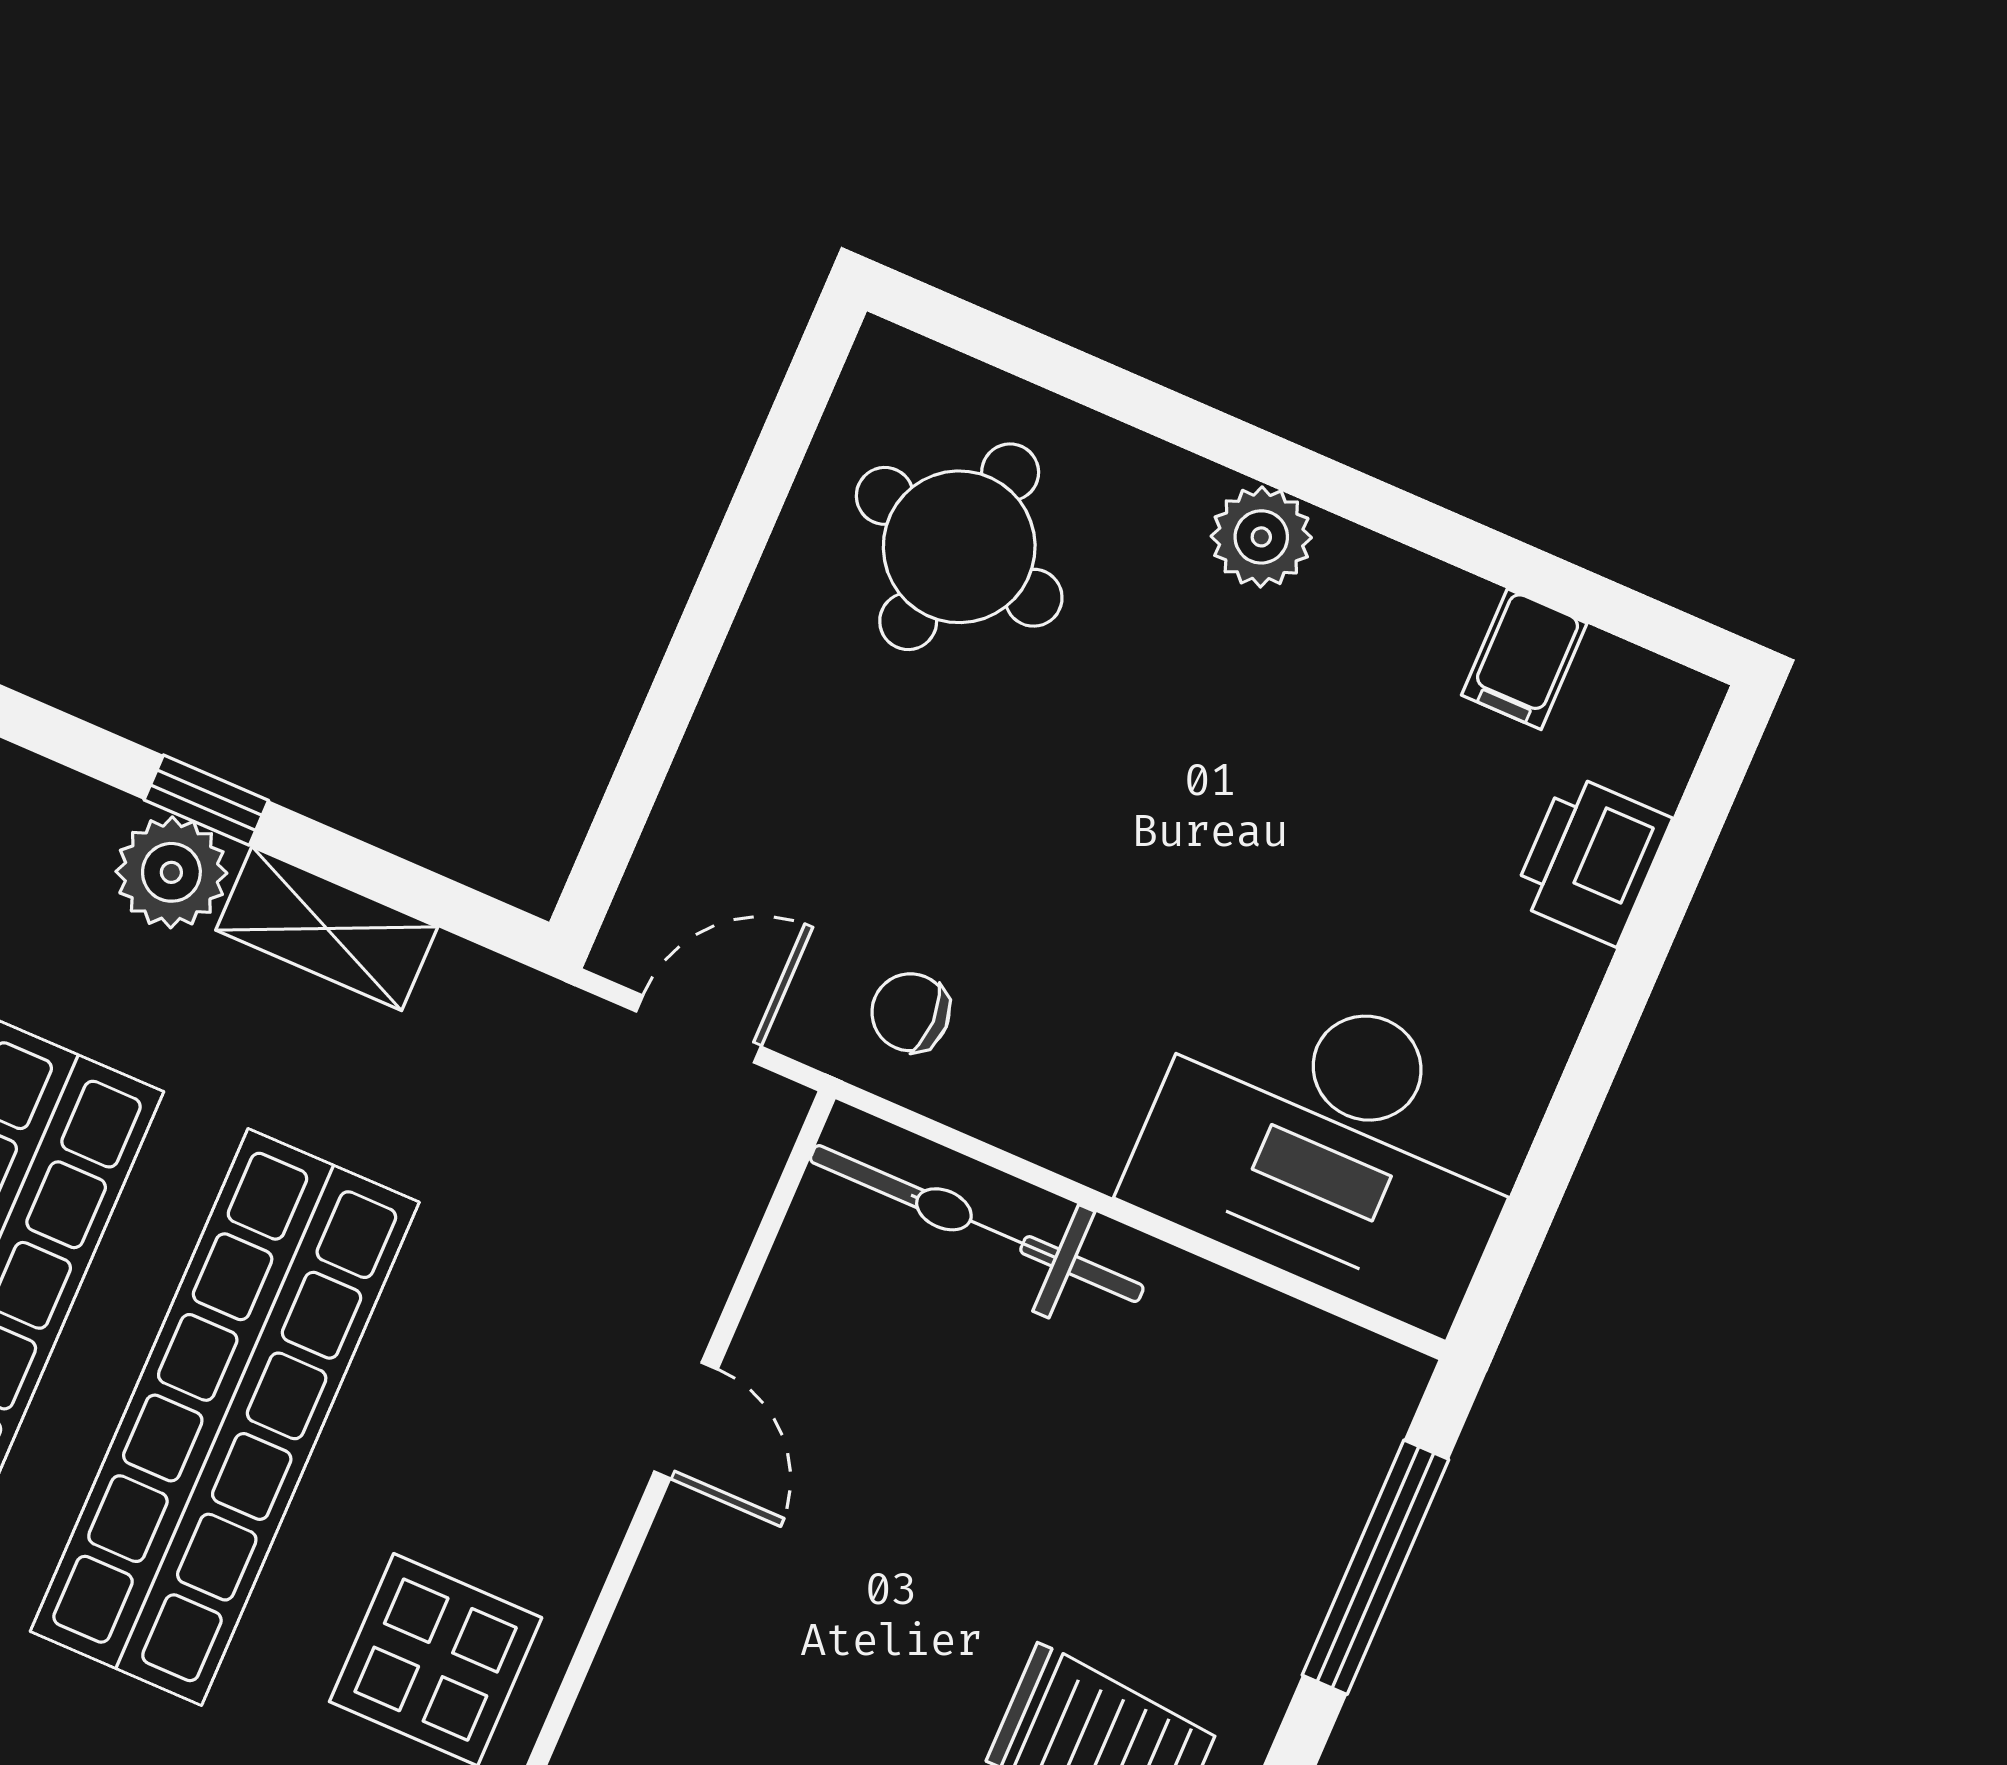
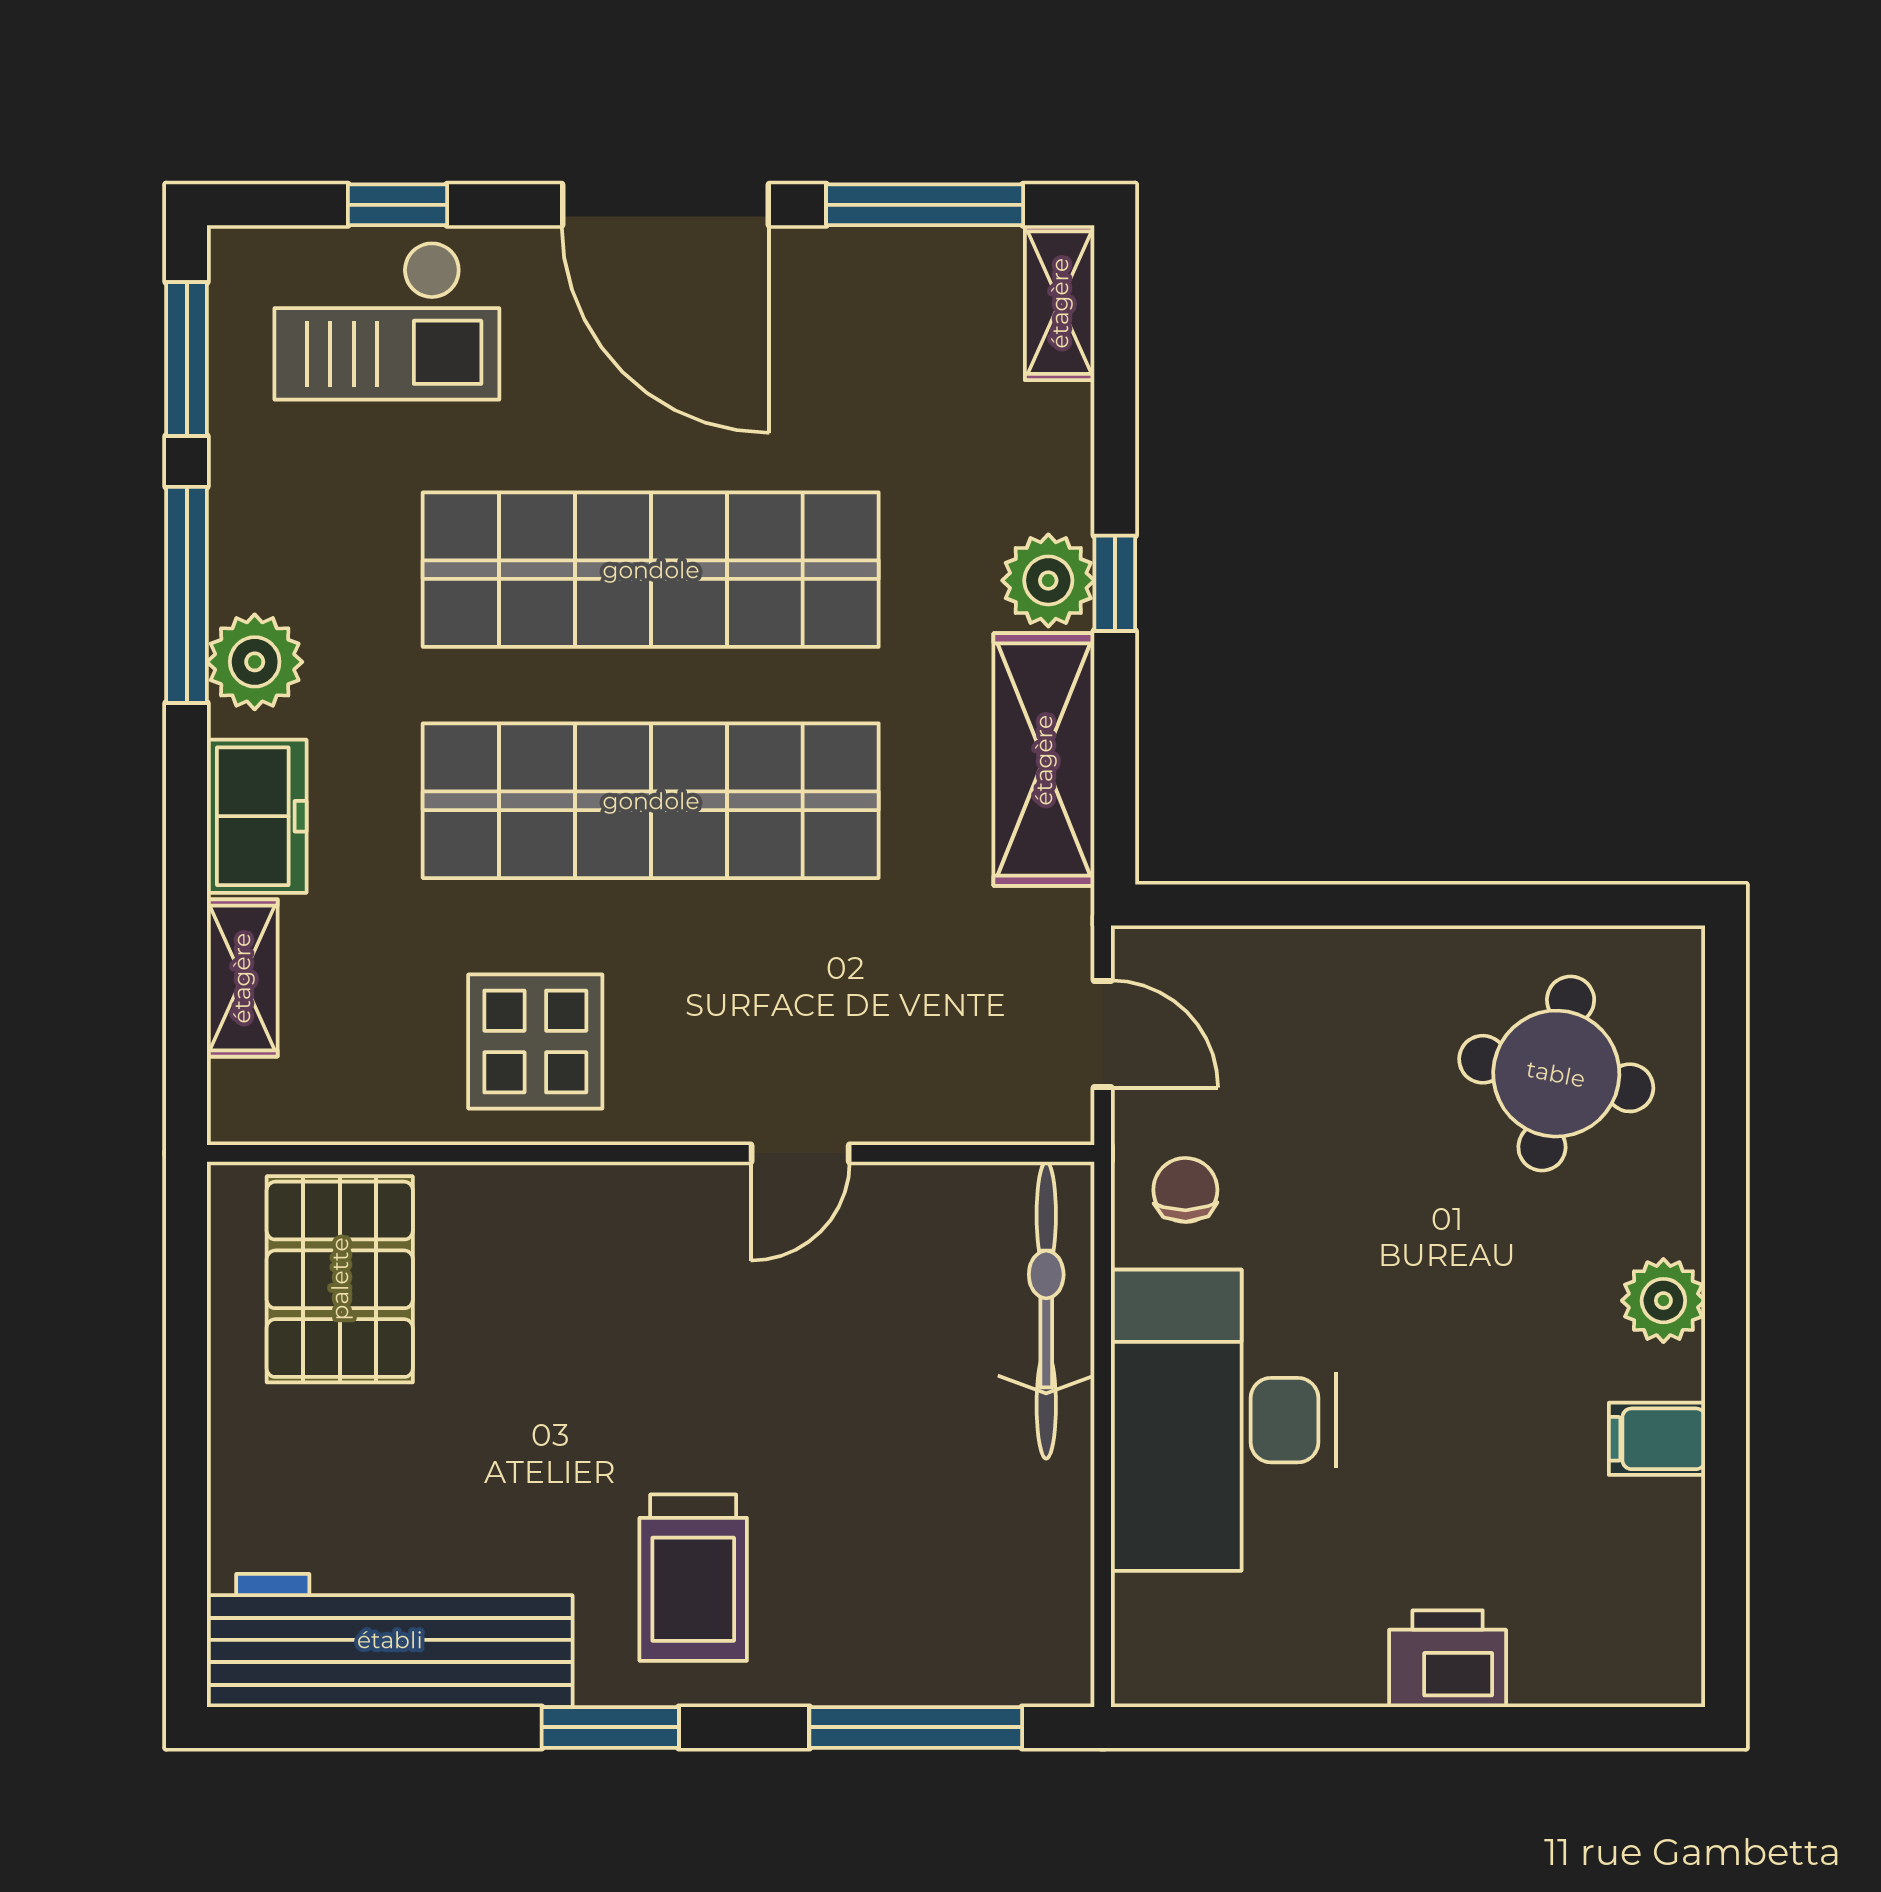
filing cabinet: (1524, 659) -> (1657, 1439), moved
printer: (1591, 860) -> (1448, 1659), moved
shelving: (327, 929) -> (1044, 760), width x1.50, depth x1.33
desk: (1334, 1145) -> (1224, 1420), moved

